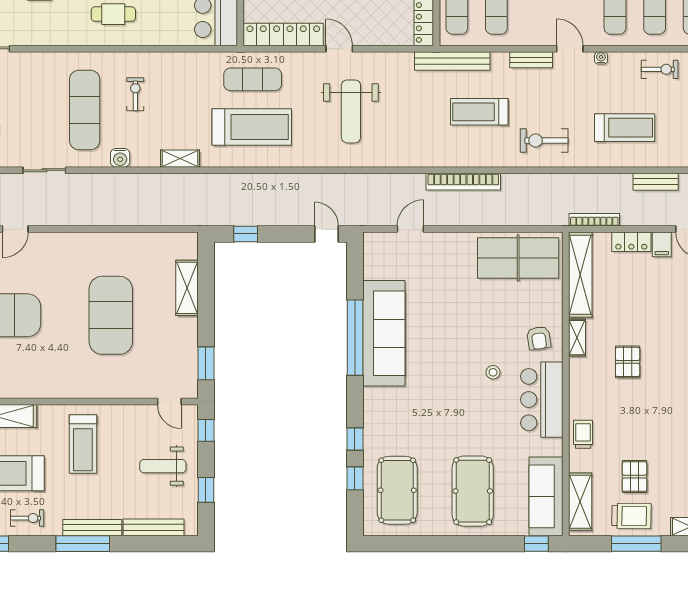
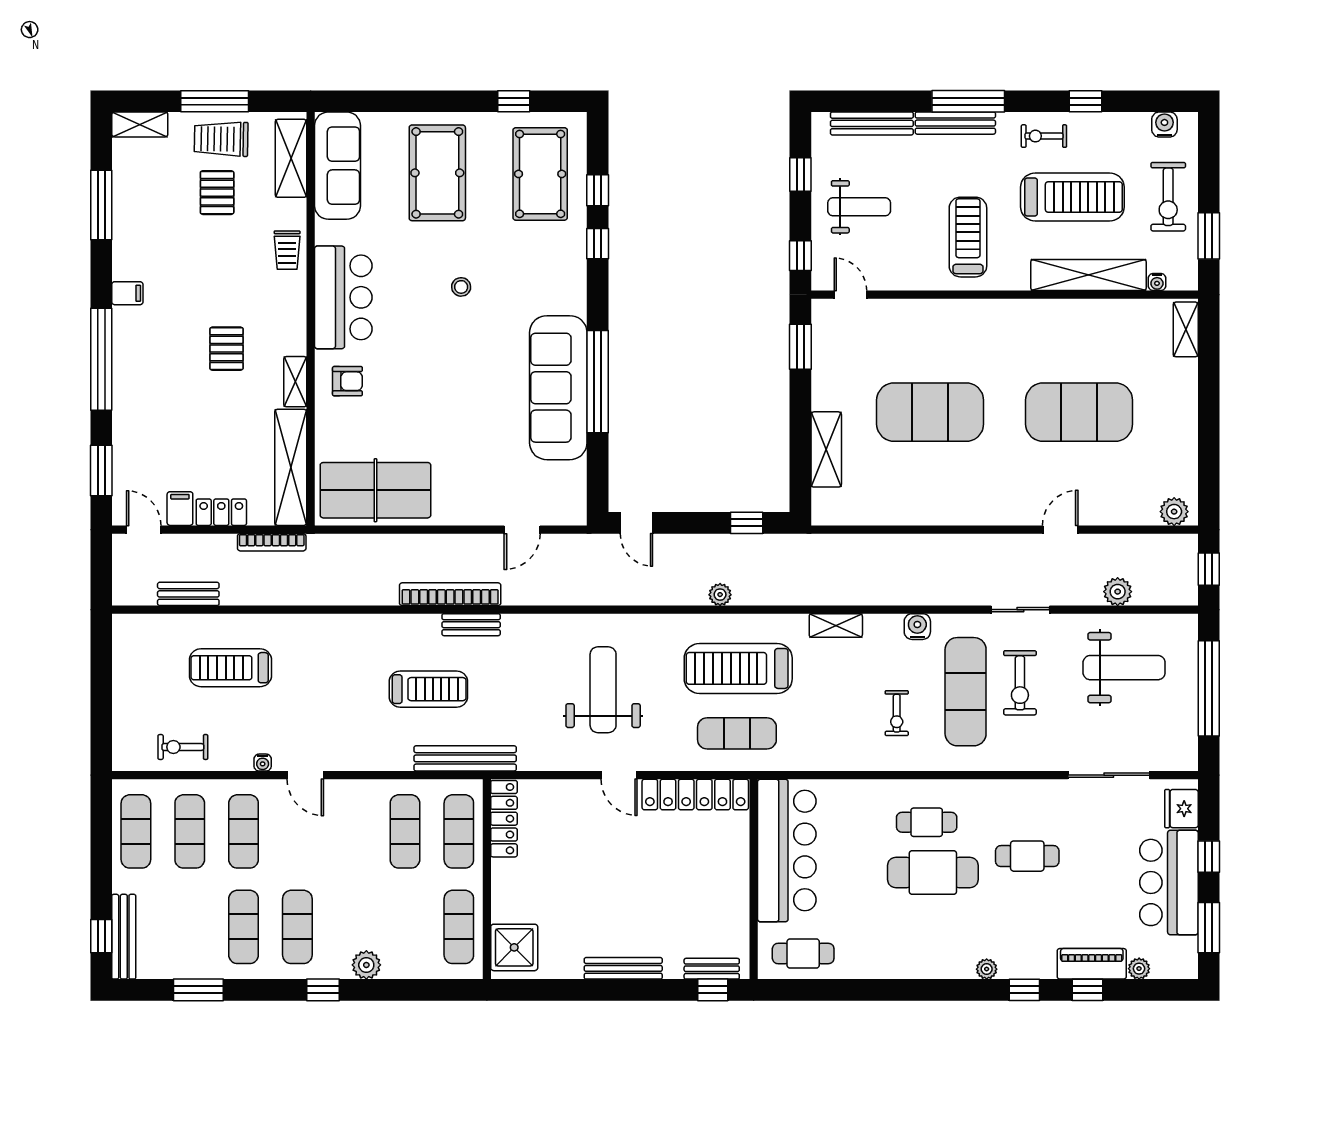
bench: (531, 60) -> (471, 625), moved
exercise bike: (544, 141) -> (1020, 683), moved, turned 90
plant: (265, 181) -> (720, 595), added
exercise mat: (111, 315) -> (930, 412), turned 90
armchair: (539, 338) -> (347, 381), turned 99
stool: (493, 372) -> (461, 287), moved
window: (536, 544) -> (514, 101), moved

